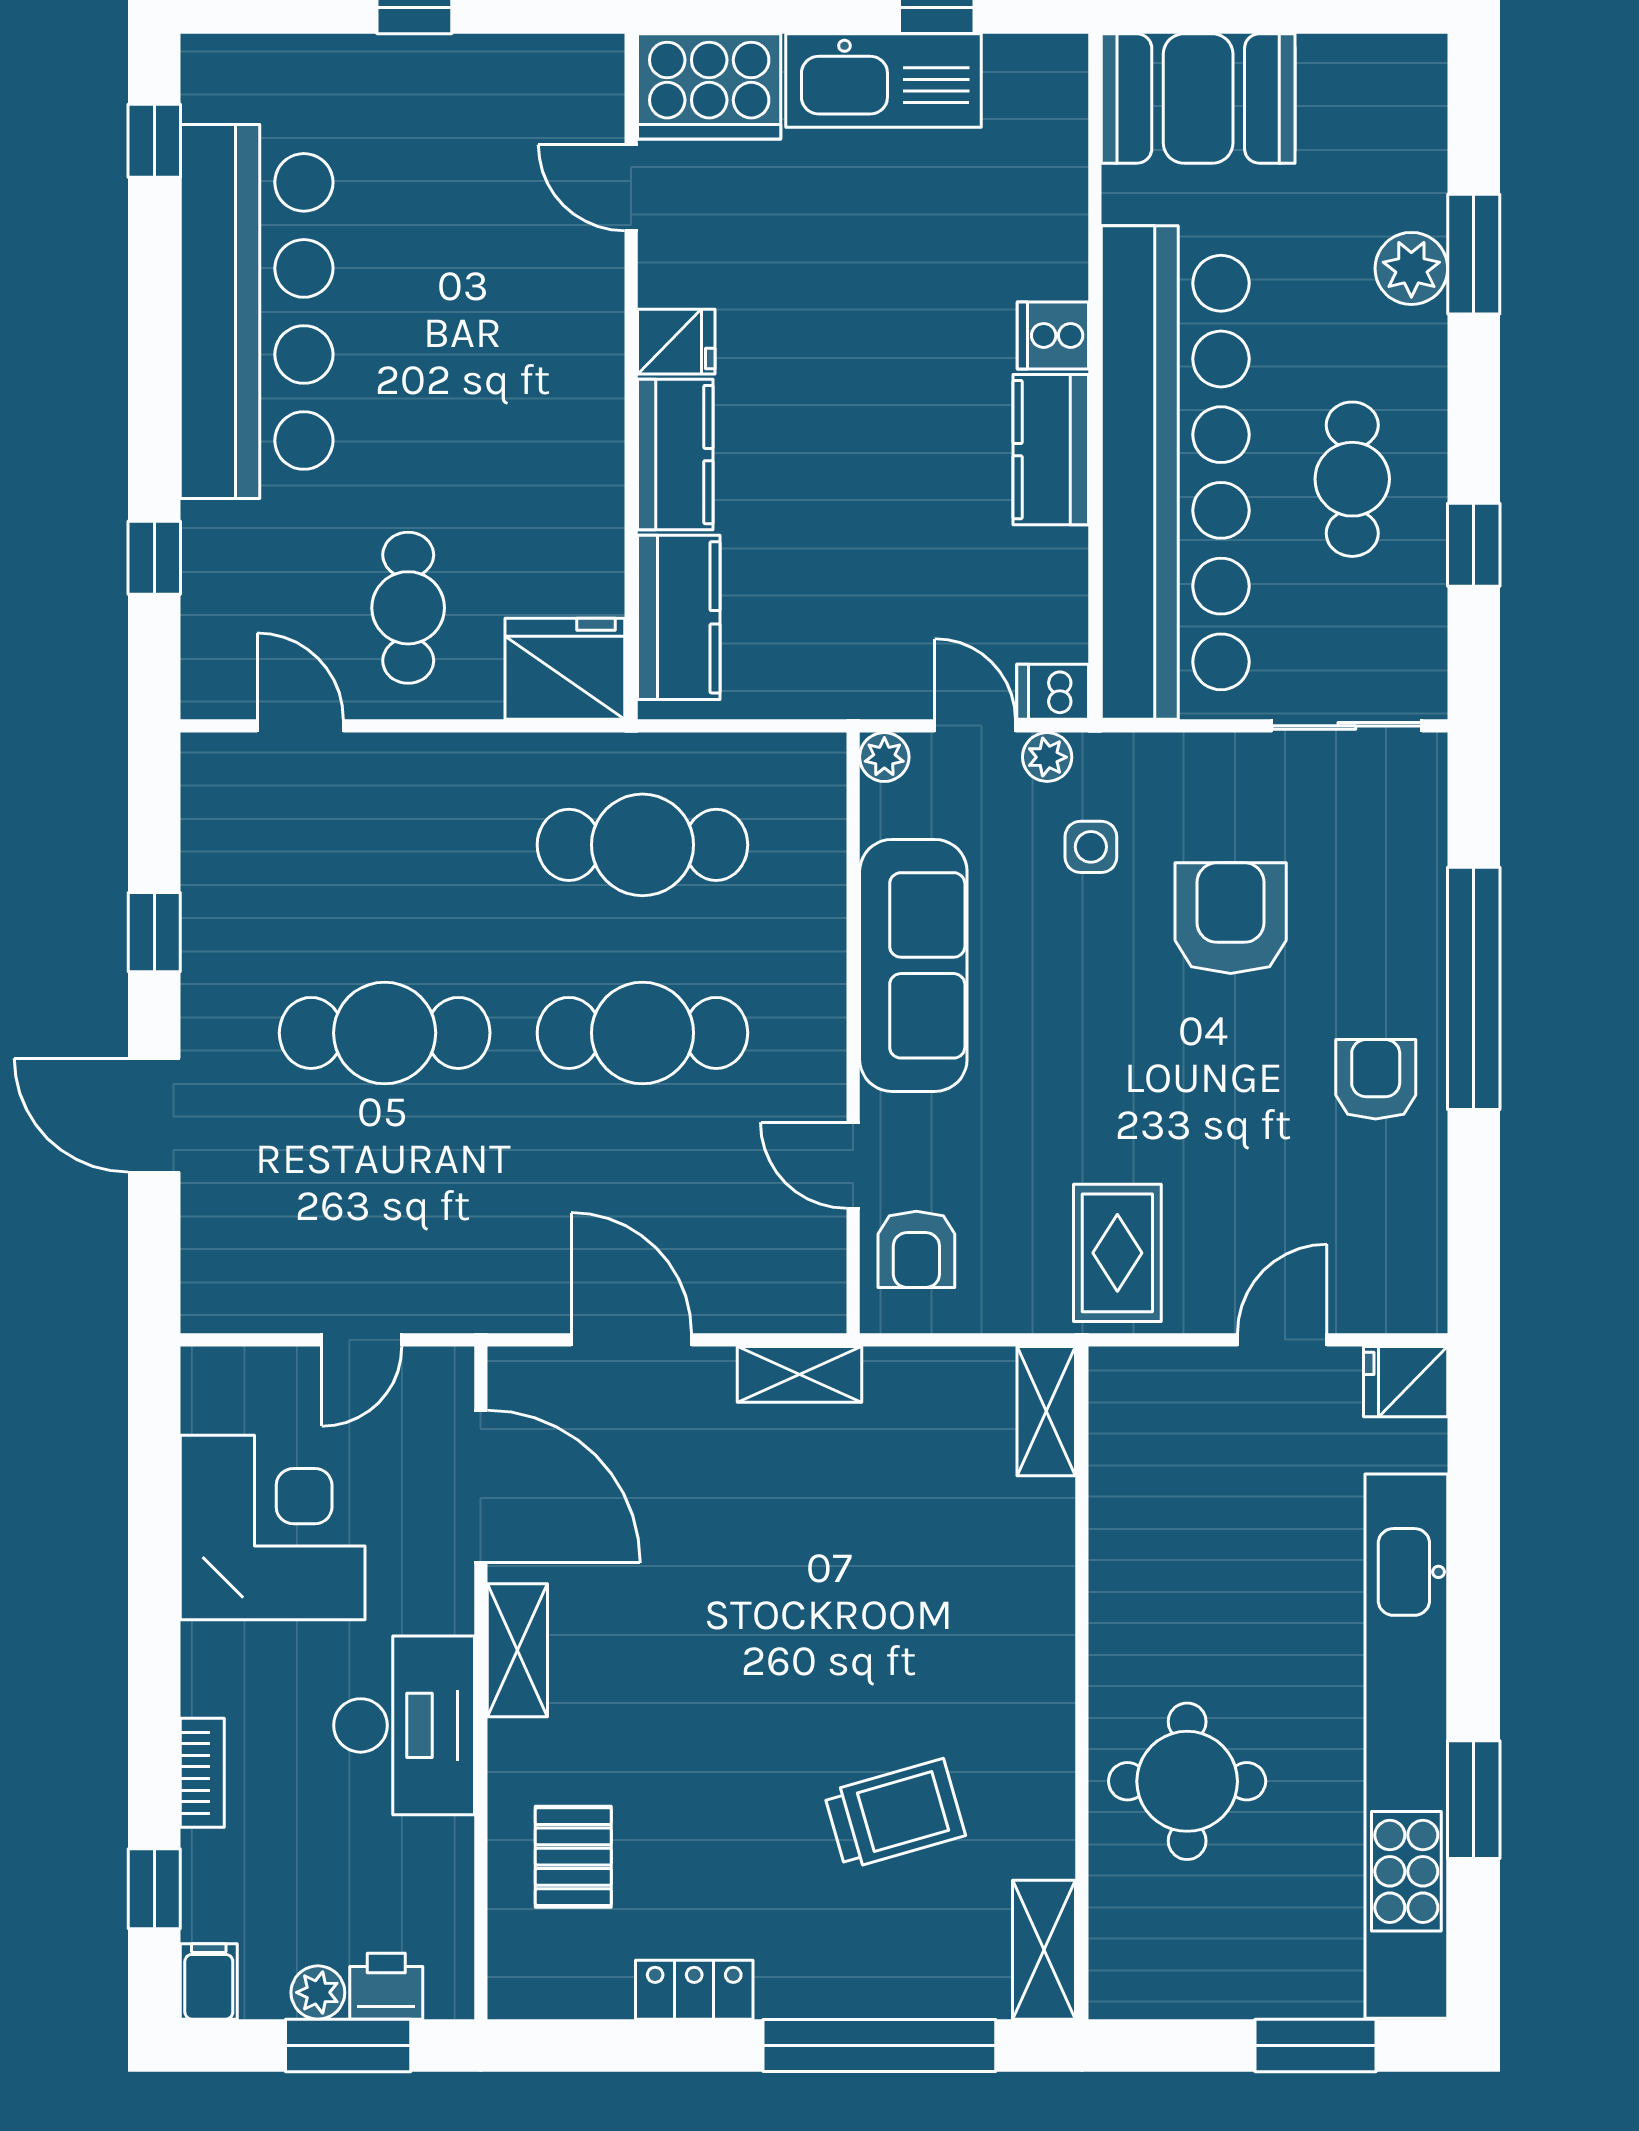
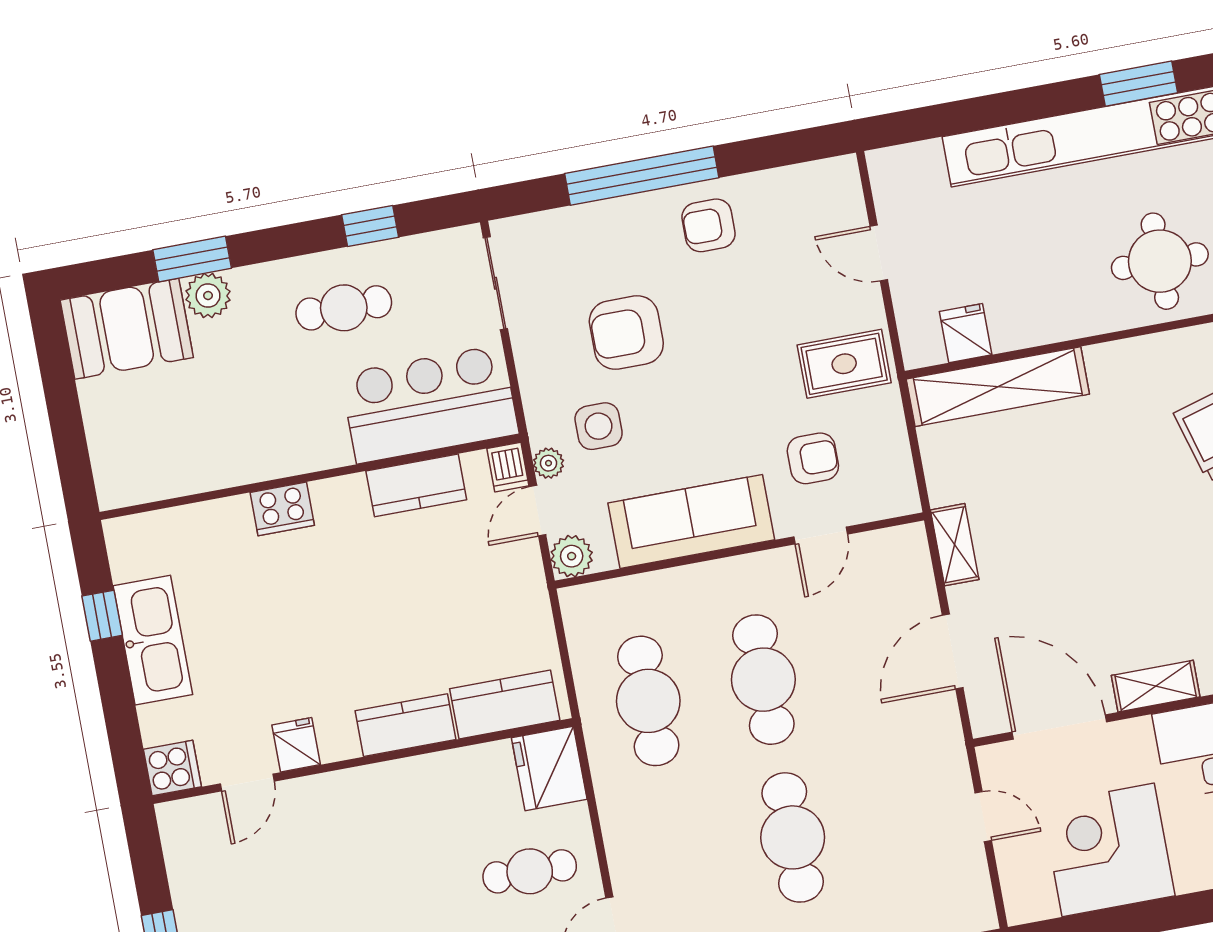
cooker: (709, 86) -> (172, 768), width x0.53, depth x0.76
booth: (1198, 98) -> (127, 329), moved, turned 90
cooker: (1053, 335) -> (282, 509), width x1.36
fridge: (676, 342) -> (296, 745), moved
kitchen counter: (1051, 450) -> (416, 485), moved
bar counter: (1175, 473) -> (430, 404), width x0.54
plant: (884, 757) -> (572, 556), width x1.38, depth x1.38
side table: (1091, 847) -> (599, 426), width x1.37, depth x1.37
armchair: (916, 1249) -> (813, 458), moved
fridge: (1406, 1382) -> (966, 333), moved, turned 180
shelving: (1046, 1411) -> (998, 387), width x2.20, depth x1.33
door: (481, 1486) -> (1059, 727), hinge flipped

